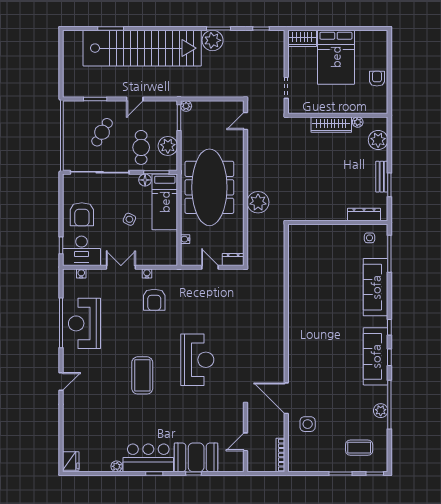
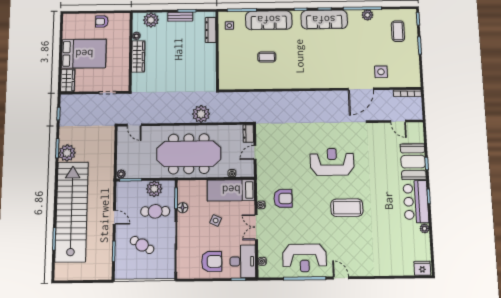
bed: (165, 202) -> (231, 190), moved, turned 180
coffee table: (328, 284) -> (267, 57), added
door: (61, 381) -> (341, 278), moved

